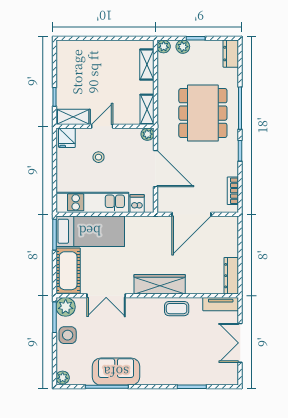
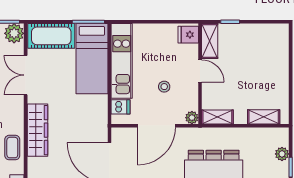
plant: (164, 46) -> (282, 134), removed
stool: (99, 157) -> (164, 87), moved

